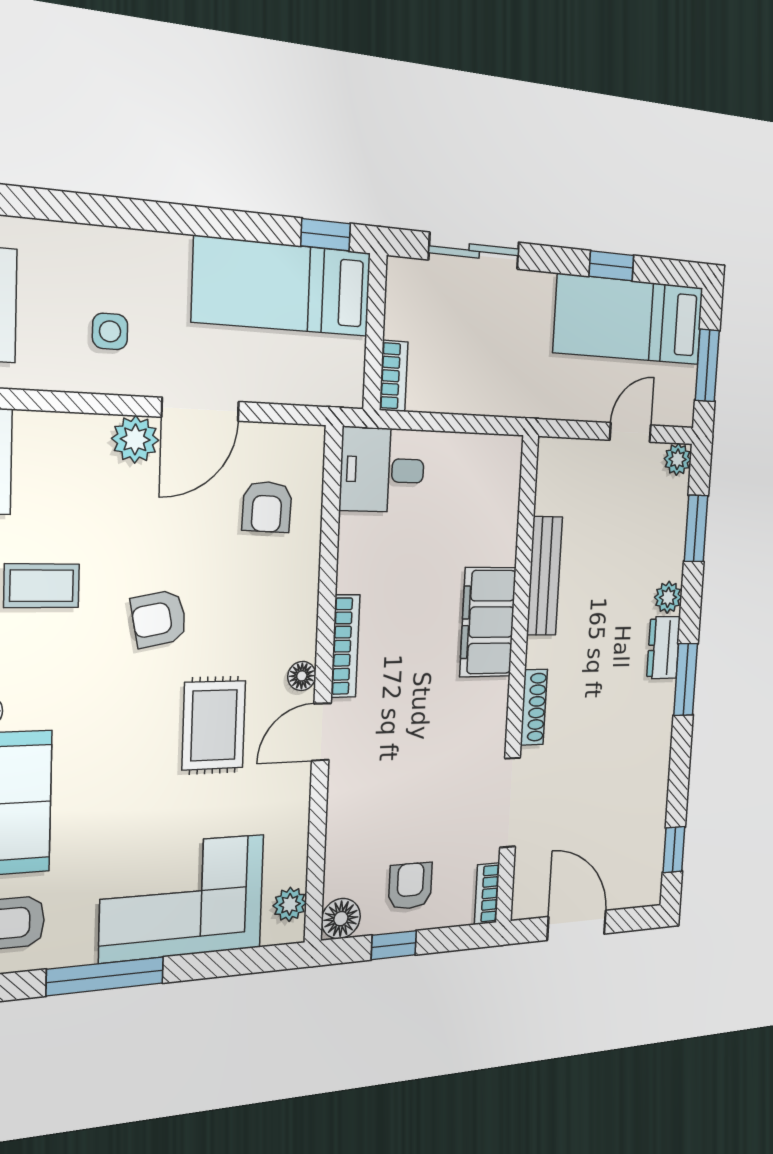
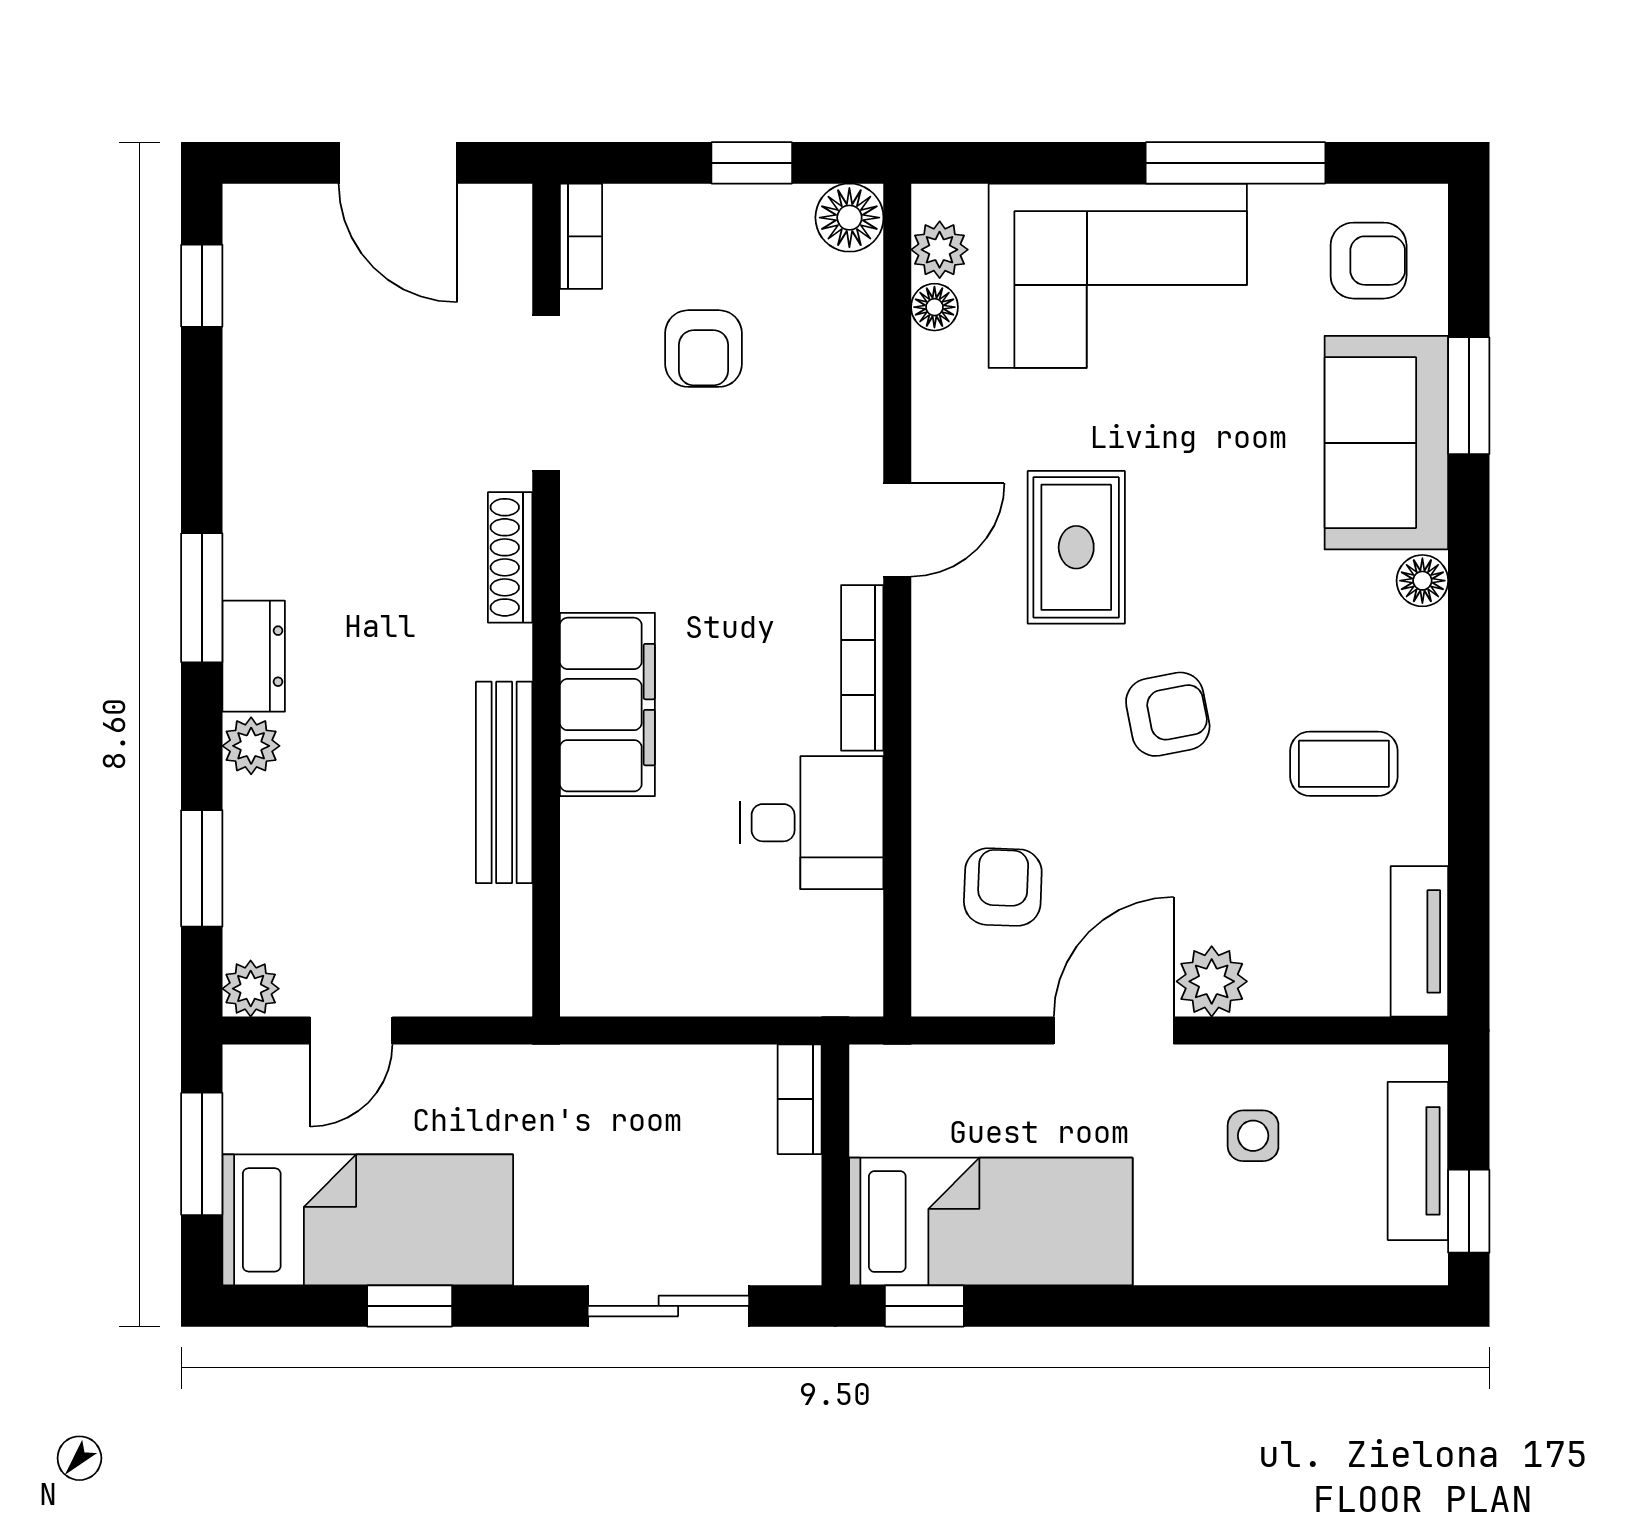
desk: (382, 470) -> (812, 823), moved
floor lamp: (302, 676) -> (934, 307), moved
armchair: (410, 886) -> (704, 349), moved

